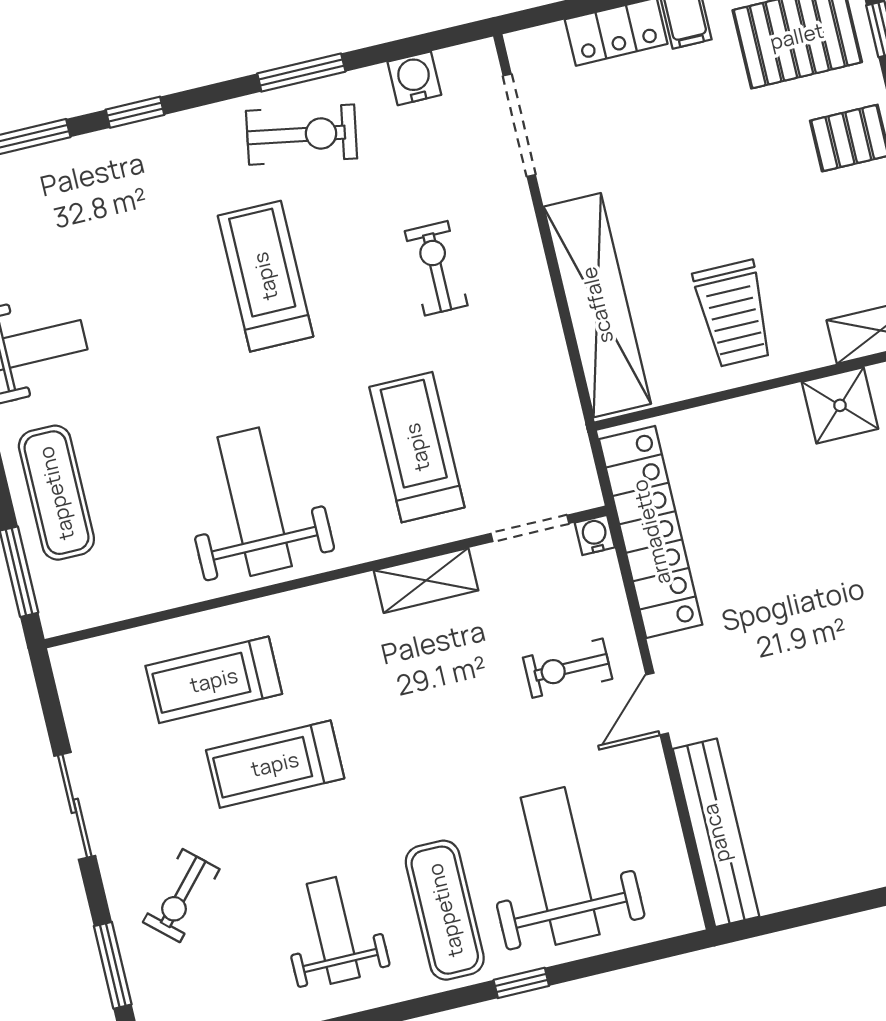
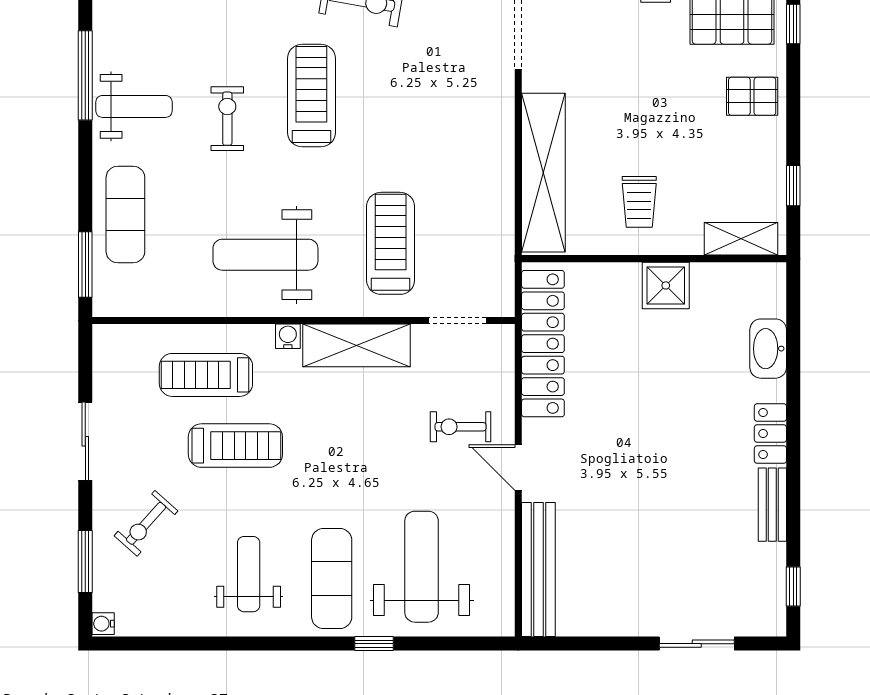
exercise bike: (436, 268) -> (227, 119), moved
trolley: (734, 314) -> (639, 202), width x0.73, depth x0.72
shower: (840, 405) -> (666, 285), moved
weight bench: (255, 502) -> (265, 255), turned -90
water cooler: (595, 535) -> (288, 336), moved
shelving: (426, 580) -> (356, 345), width x1.50, depth x1.33
door: (657, 704) -> (518, 467), hinge flipped
treadmill: (275, 764) -> (235, 446), turned 180

